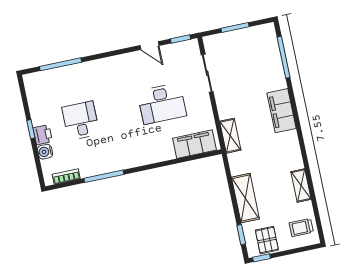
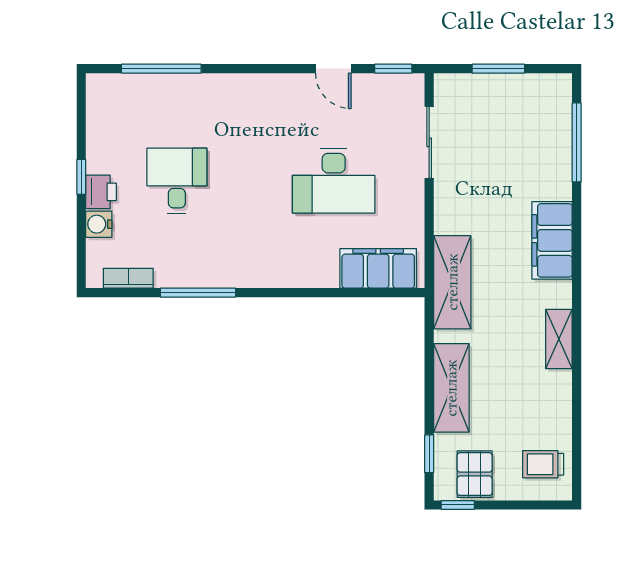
shelving: (230, 136) -> (452, 282), width x1.50, depth x1.33
shelving: (301, 186) -> (559, 339), moved

